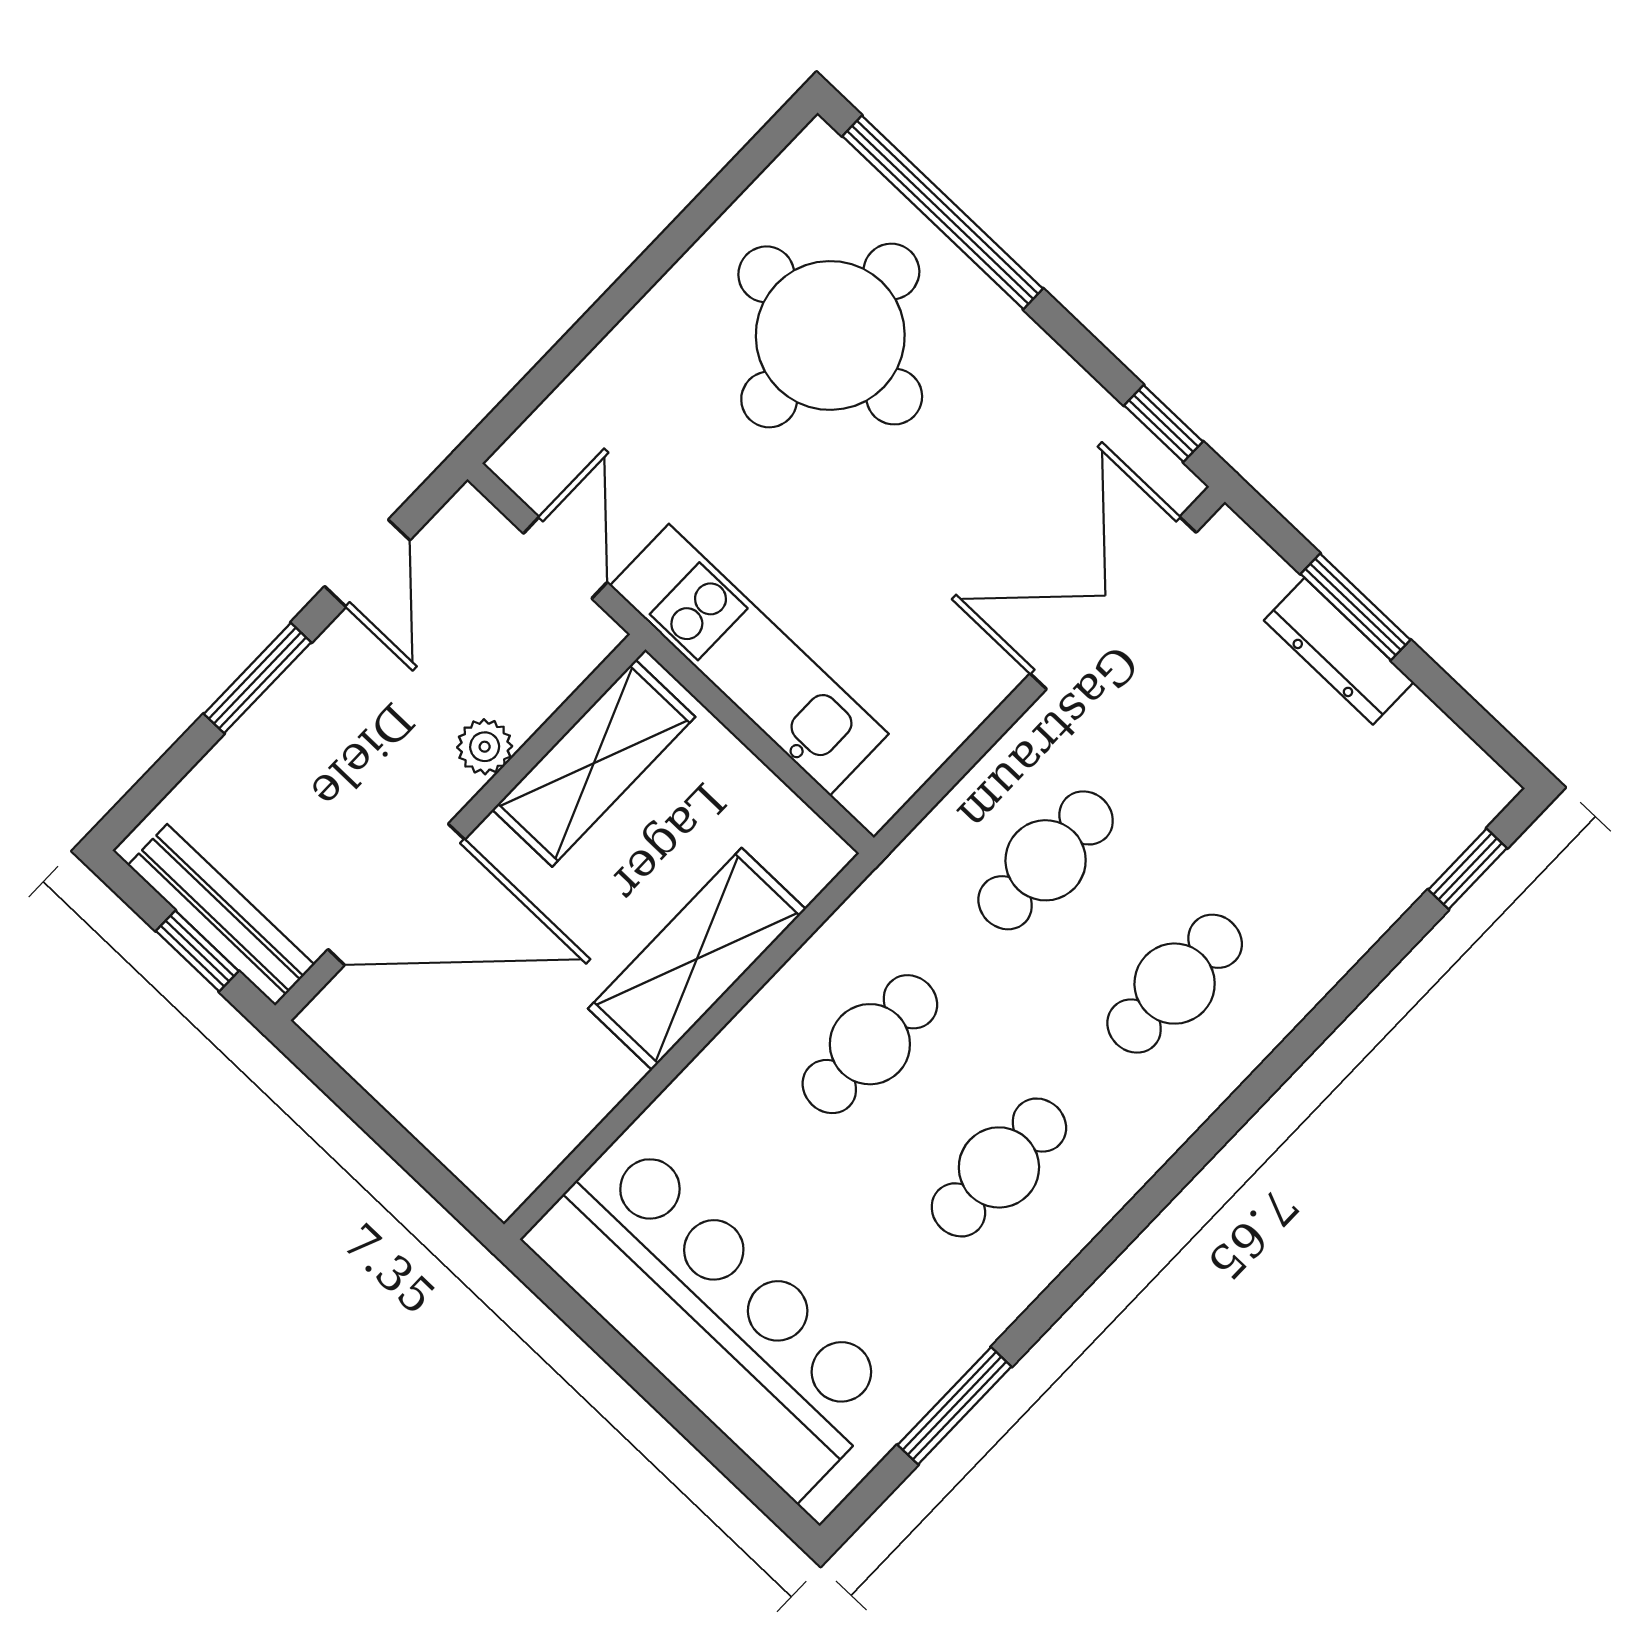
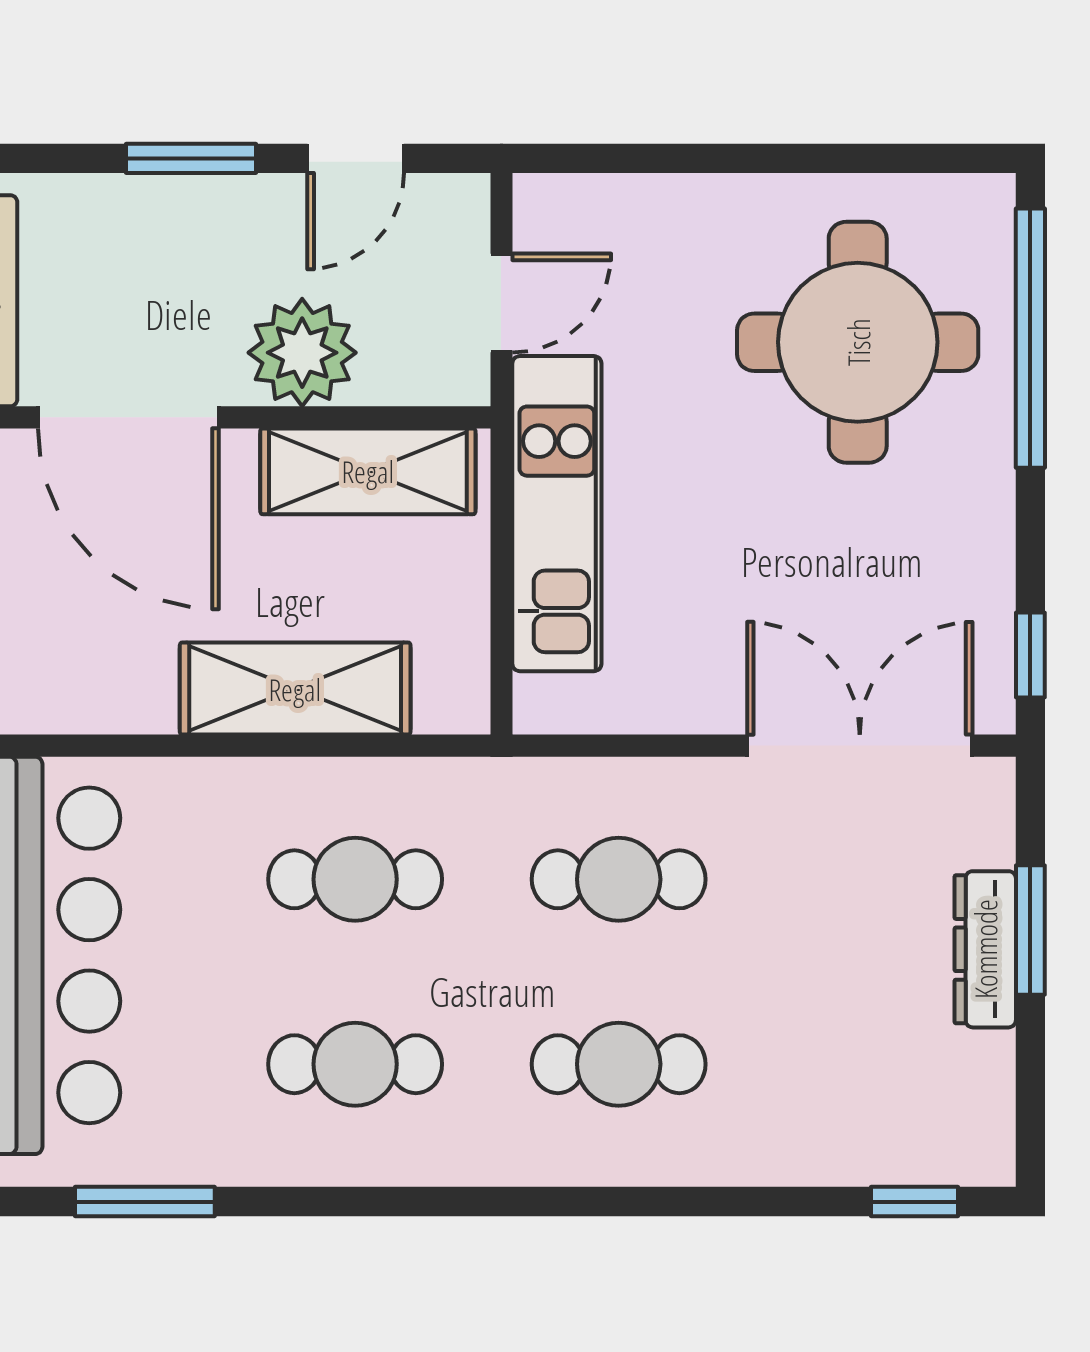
plant: (485, 747) -> (302, 353), width x1.88, depth x1.88

